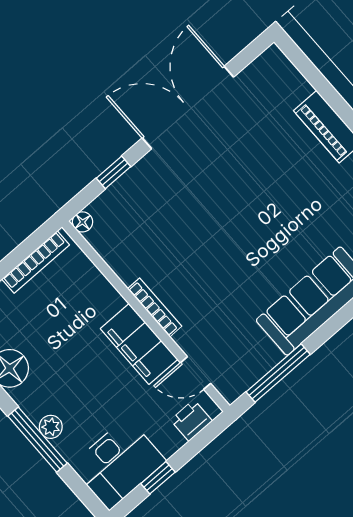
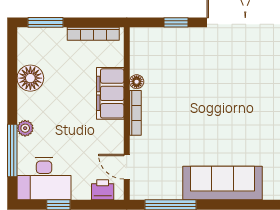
floor lamp: (83, 222) -> (137, 82), moved
filing cabinet: (139, 344) -> (110, 93), moved
window: (38, 440) -> (12, 150), moved

